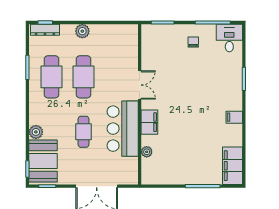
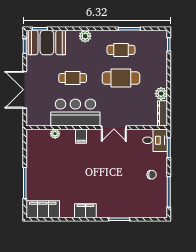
dresser: (45, 30) -> (162, 113), moved
plant: (82, 31) -> (161, 94), moved
desk: (229, 38) -> (155, 140), moved
cafe table: (51, 77) -> (121, 50), width x0.73, depth x0.74
filing cabinet: (234, 117) -> (85, 211), width x2.00
filing cabinet: (149, 122) -> (81, 136), width x0.50
plant: (36, 132) -> (85, 36), moved

